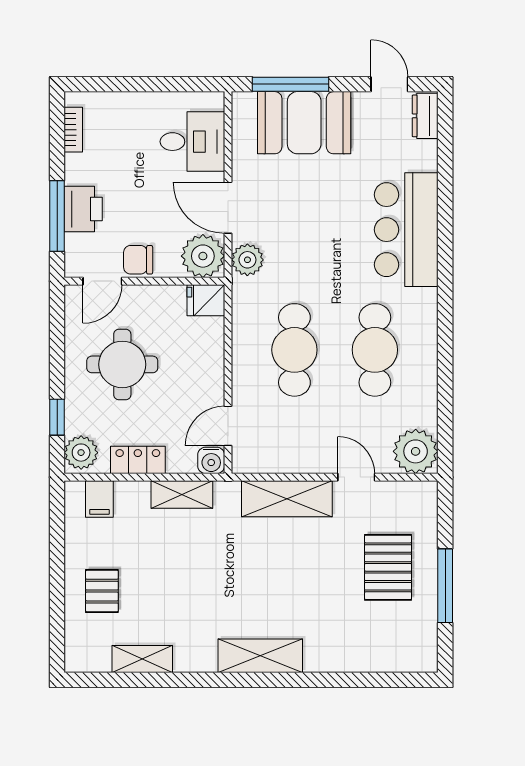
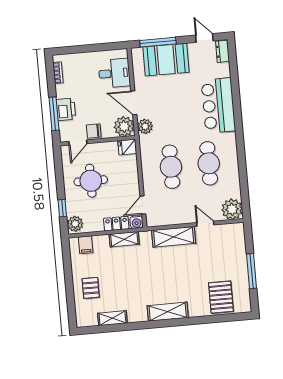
locker: (138, 460) -> (116, 224), moved
pallet: (388, 567) -> (221, 297), moved

